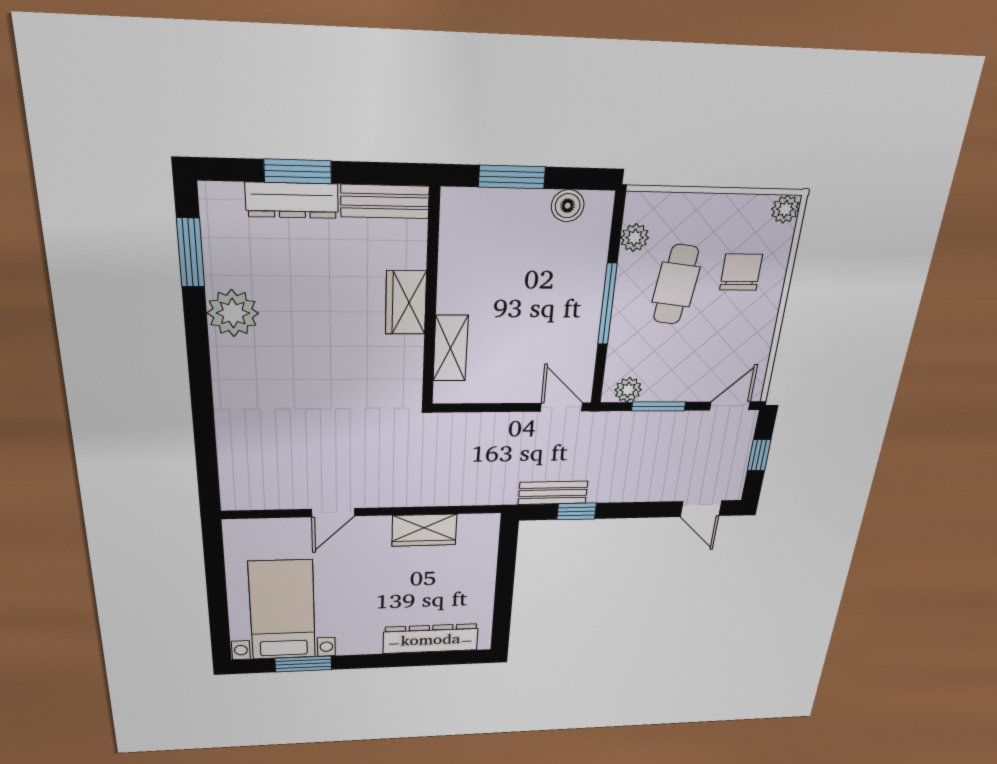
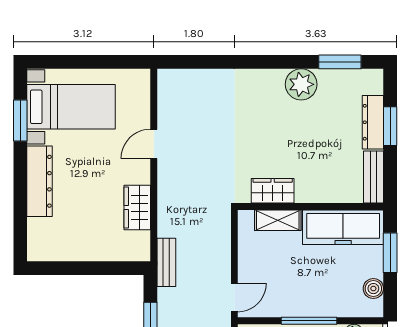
freezer: (466, 251) -> (343, 227), added
wardrobe: (406, 303) -> (273, 191), moved
bench: (553, 493) -> (166, 262), moved
door: (333, 513) -> (154, 144), hinge flipped
dresser: (431, 639) -> (40, 181), moved

